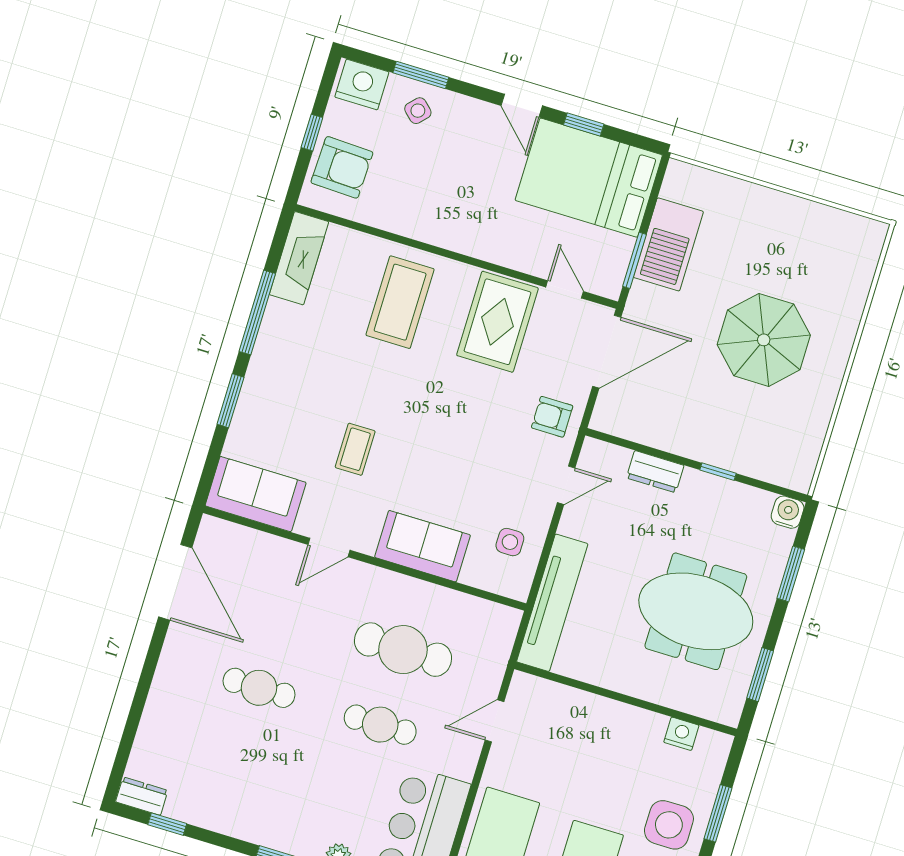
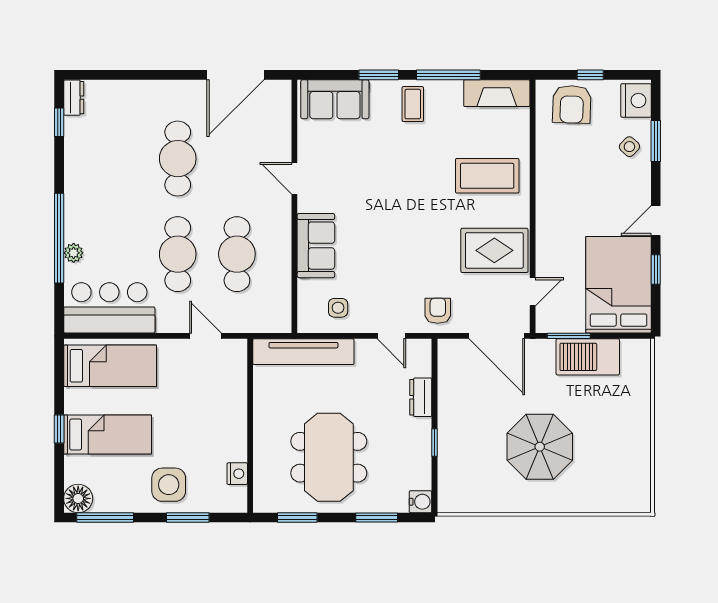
coffee table: (355, 449) -> (413, 104), moved, turned 90
sofa: (256, 494) -> (335, 99), moved, turned 90
cafe table: (259, 688) -> (178, 159), width x1.37, depth x1.35
cafe table: (380, 725) -> (178, 254), width x1.37, depth x1.35

